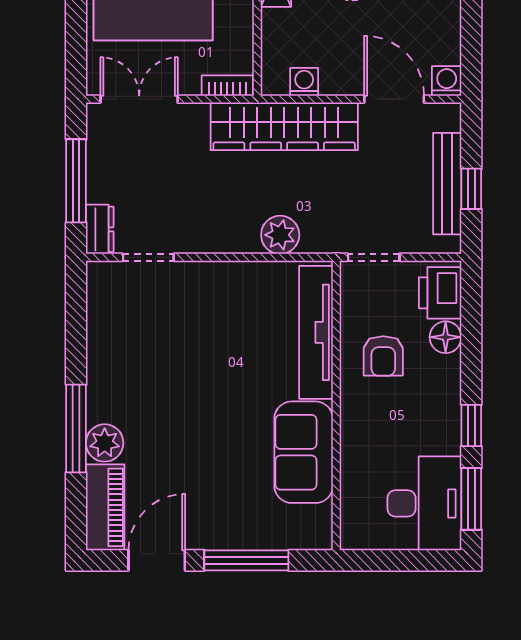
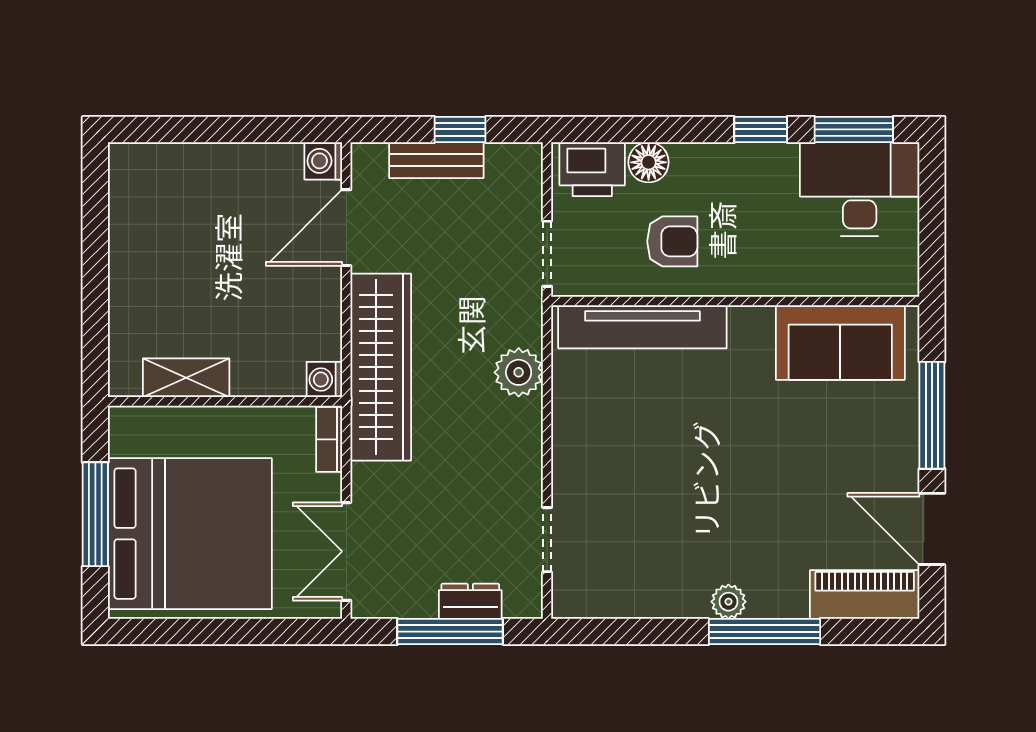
washing machine: (304, 82) -> (324, 379), moved
bench: (447, 184) -> (436, 160), width x0.73
dresser: (100, 229) -> (470, 601), moved
plant: (105, 443) -> (728, 602), moved, width x0.73, depth x0.73
sofa: (304, 452) -> (840, 342), moved

